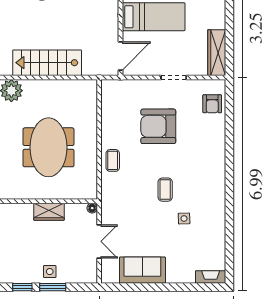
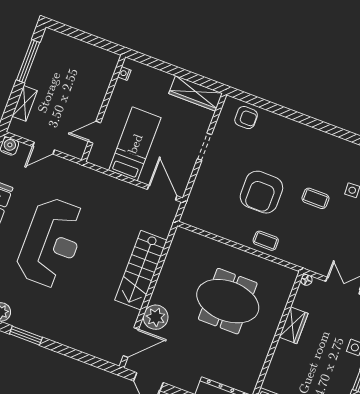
armchair: (158, 126) -> (261, 192), moved

